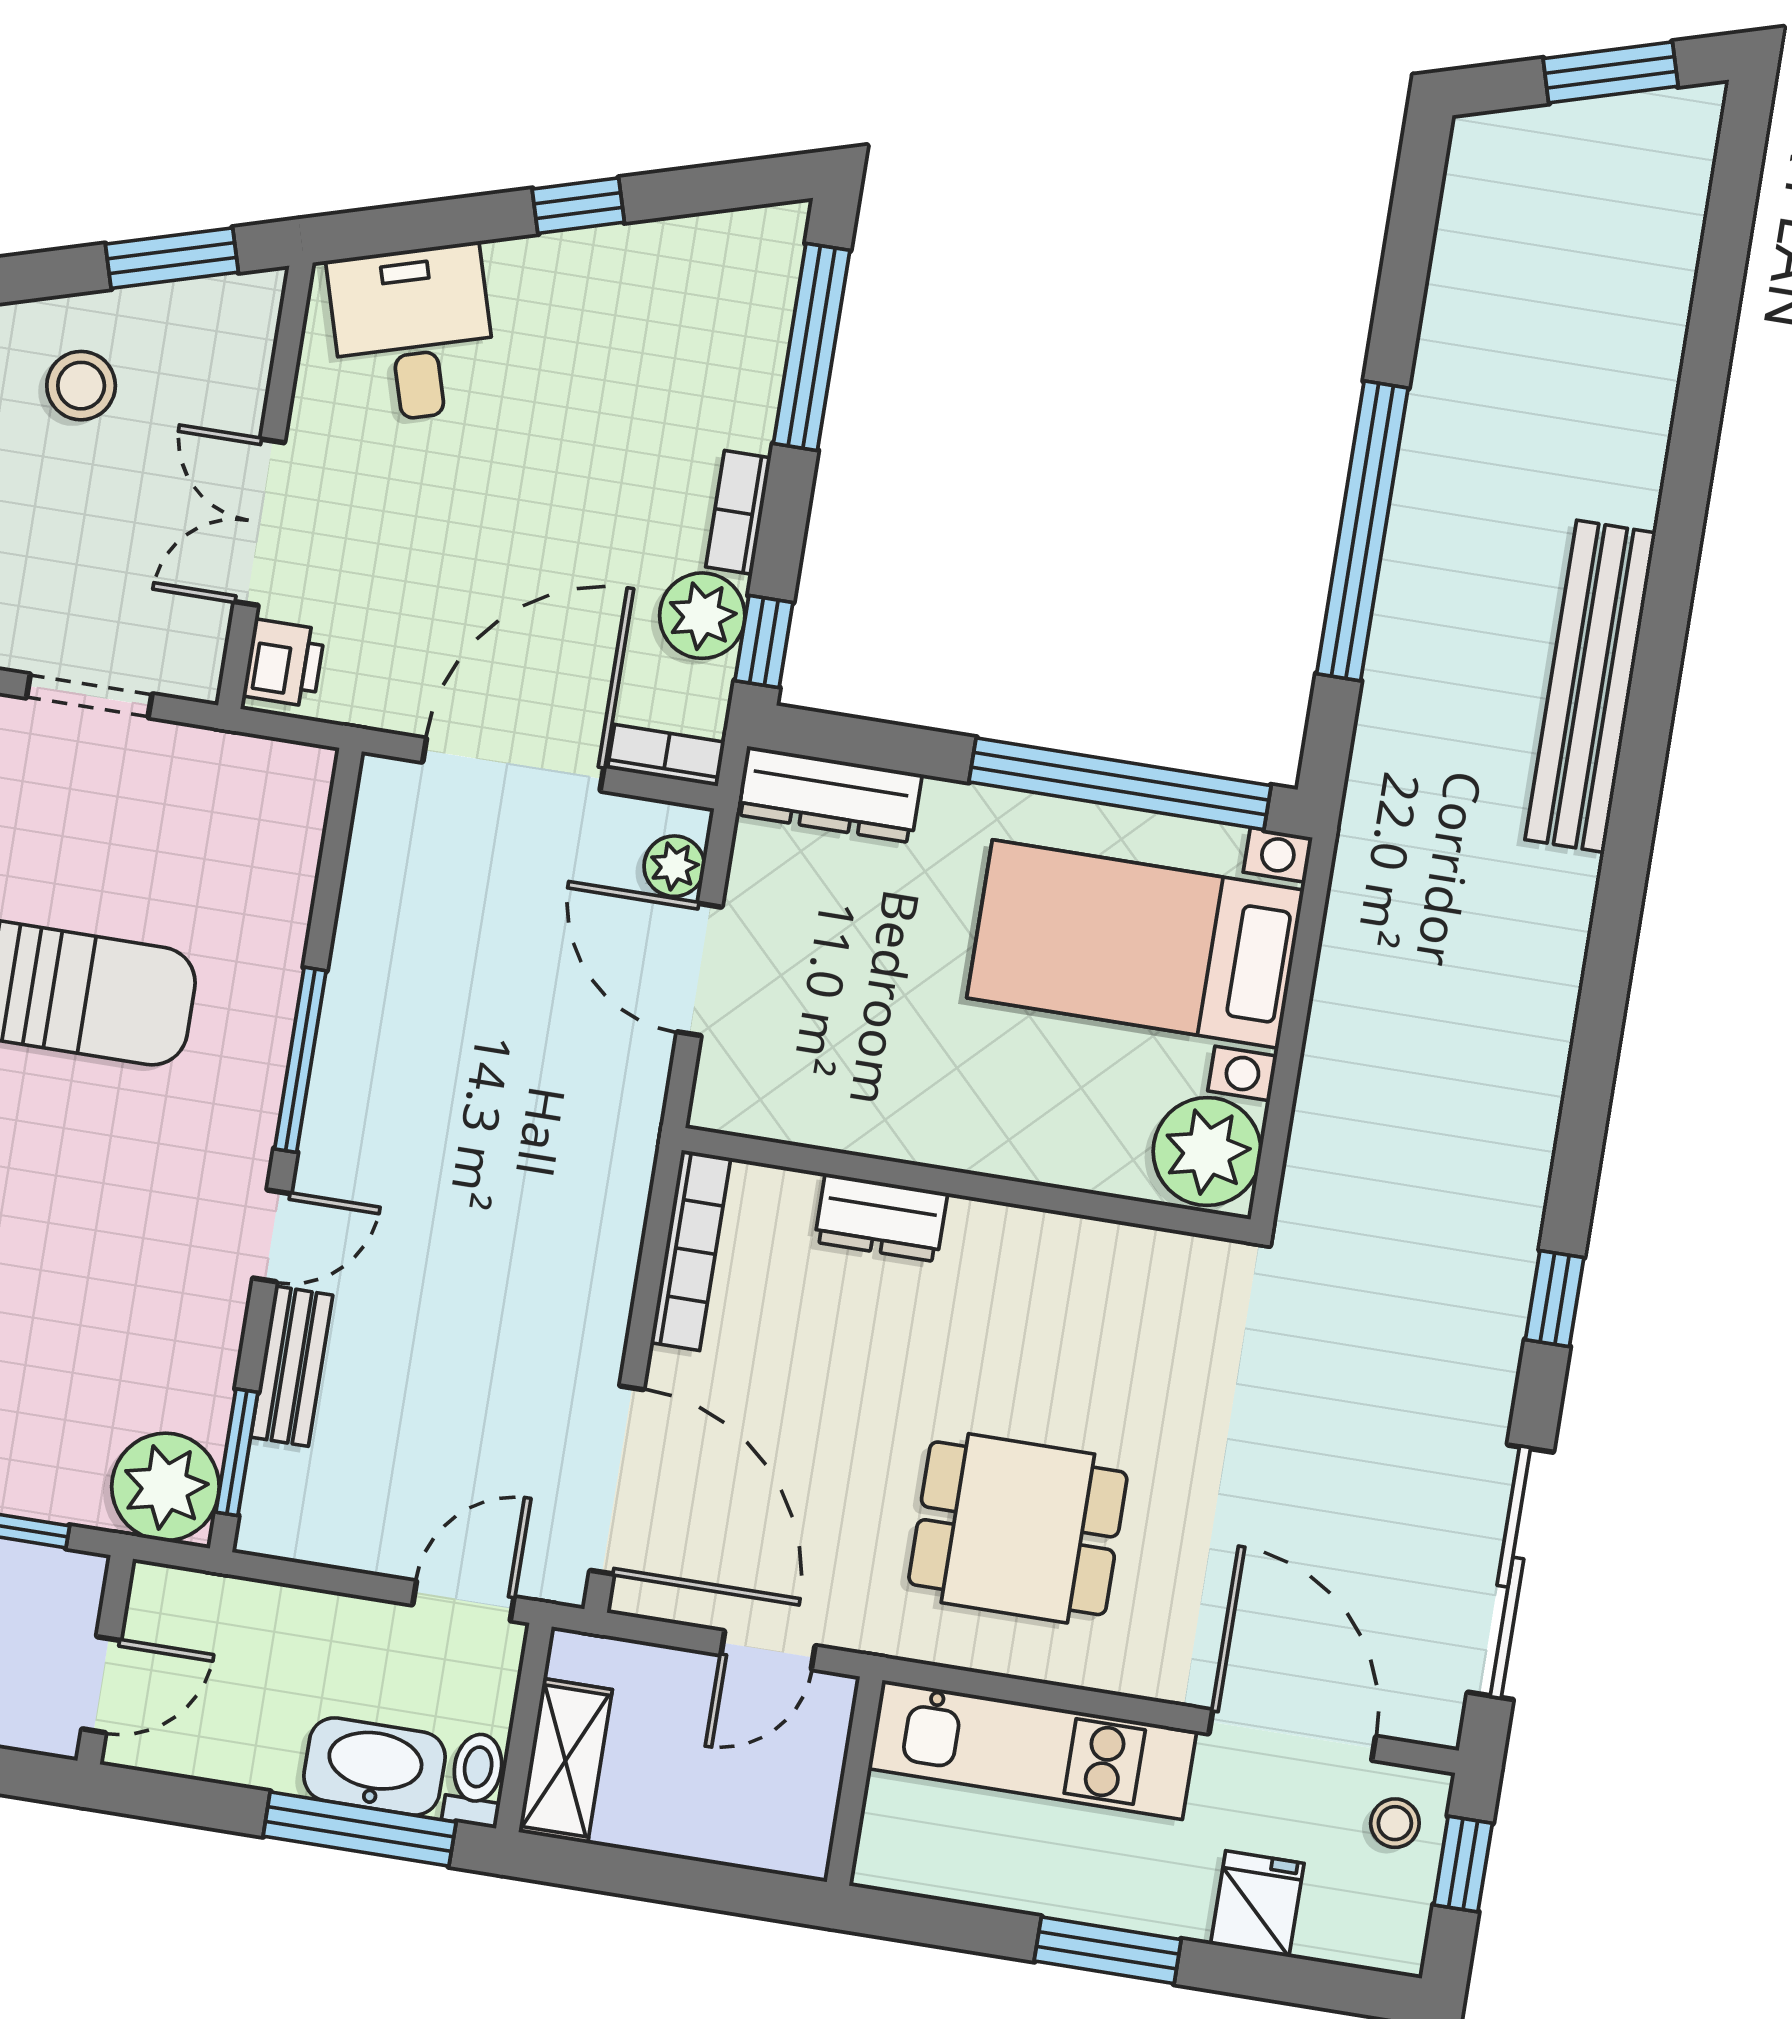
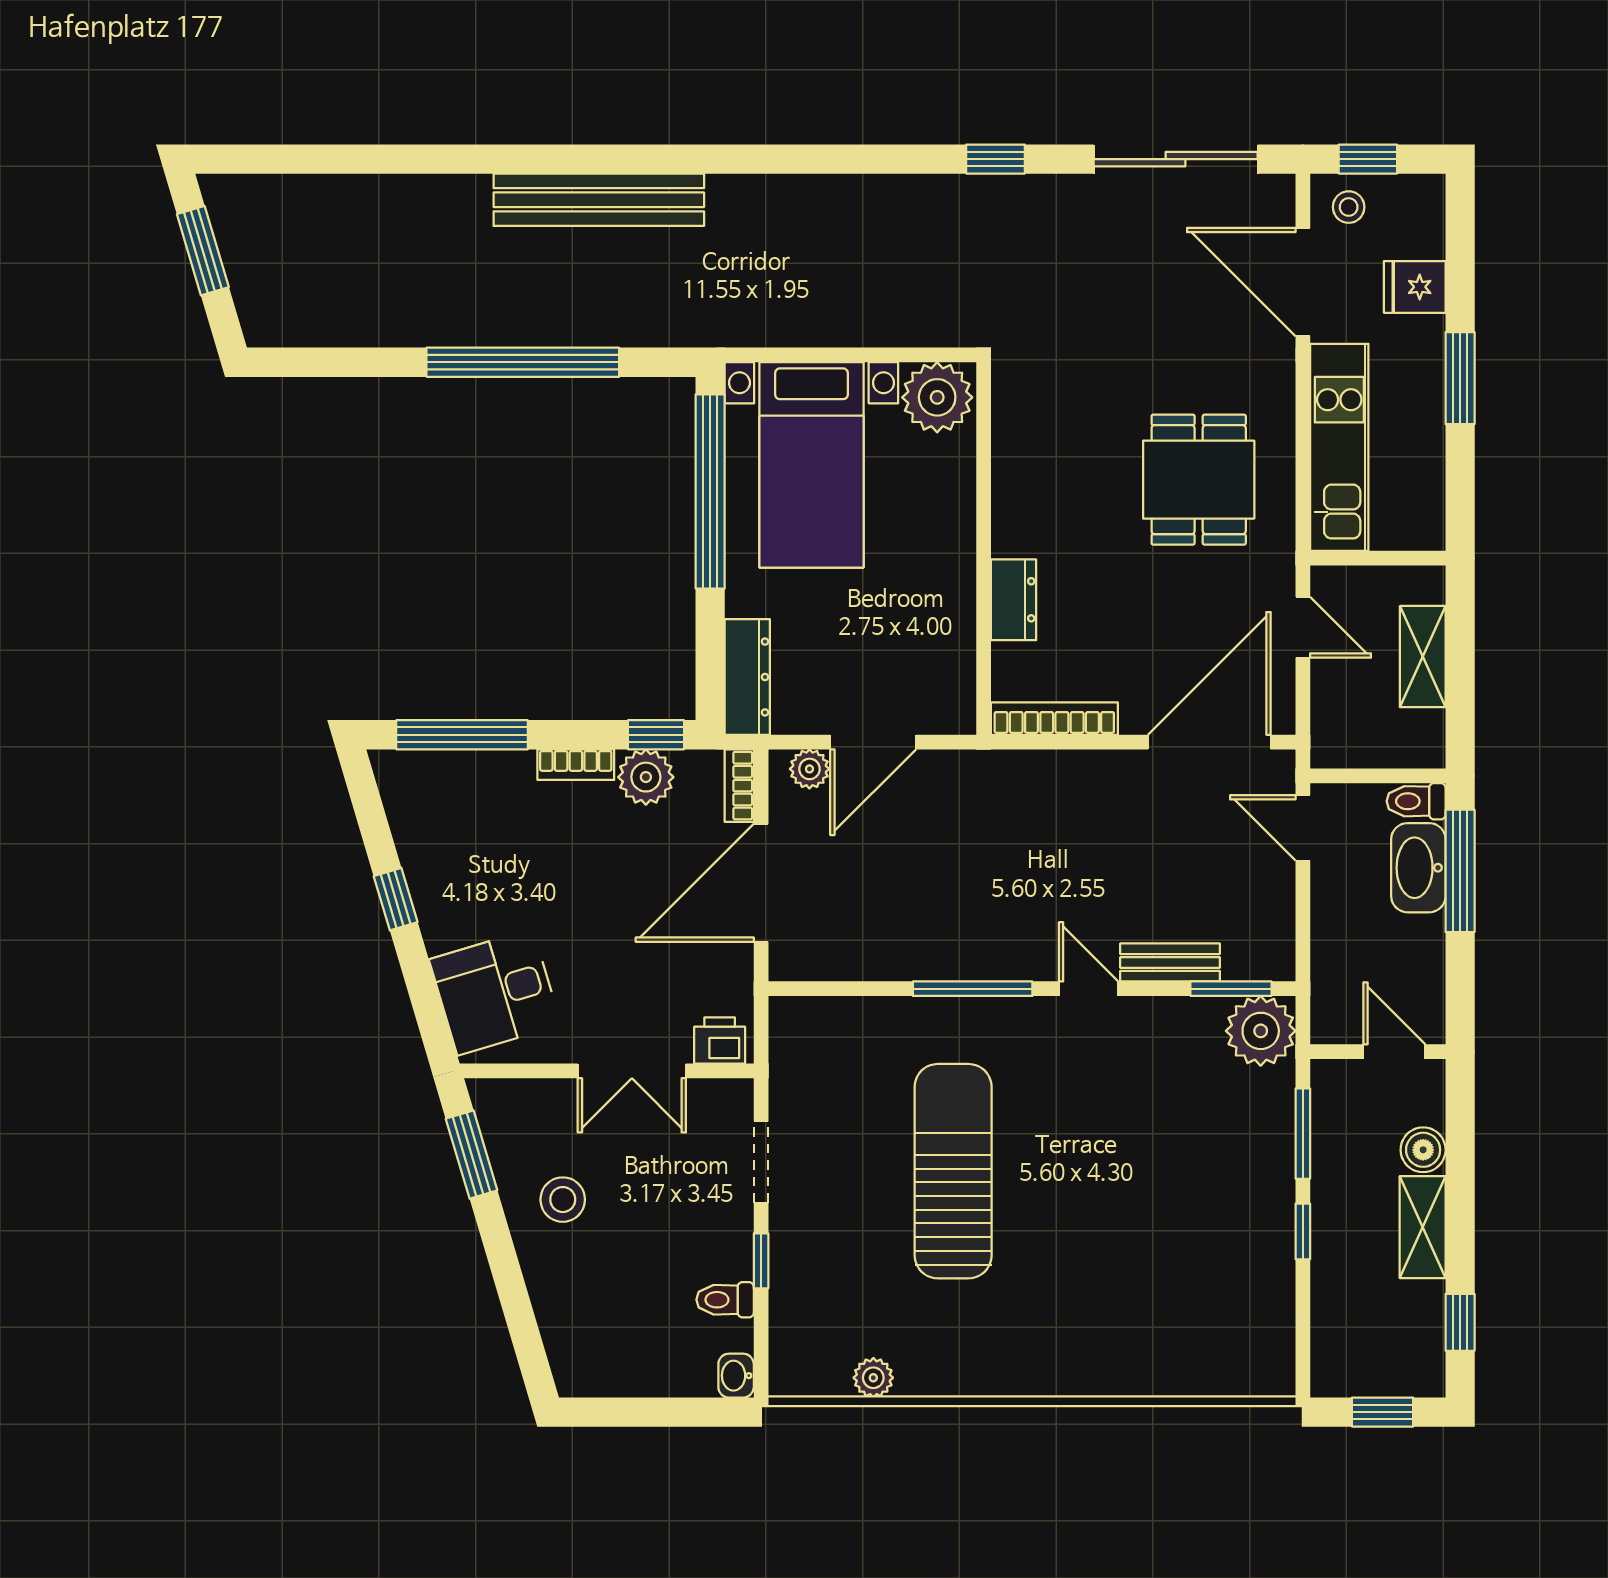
door: (513, 765) -> (761, 883), hinge flipped
door: (1292, 1735) -> (1303, 282), hinge flipped
shelving: (565, 1761) -> (1423, 657), moved, turned 90

